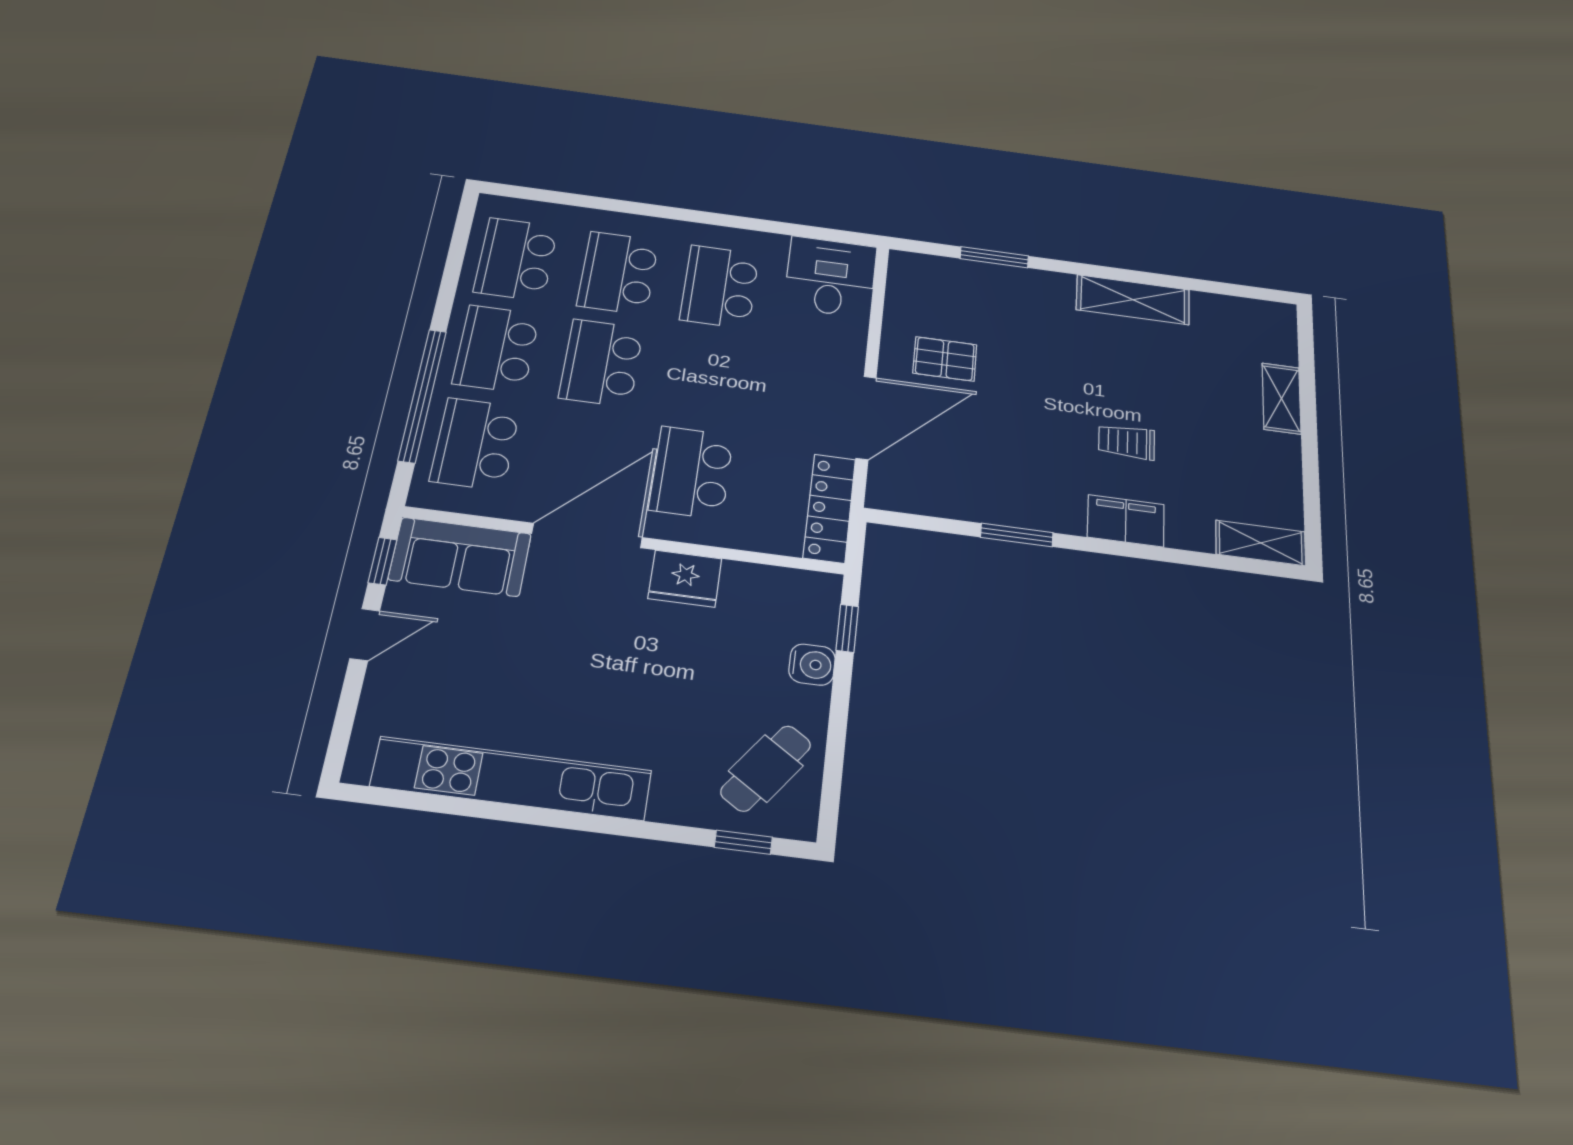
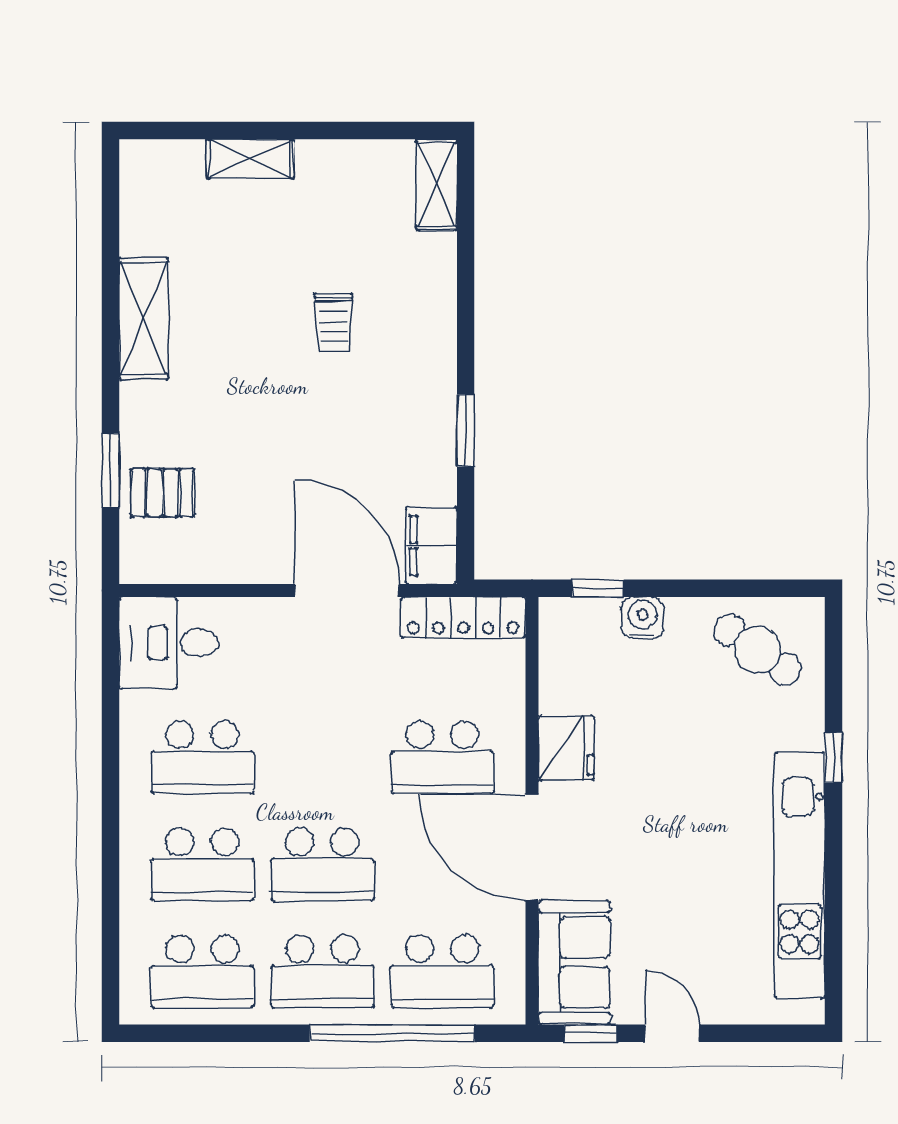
pallet: (945, 359) -> (162, 493), moved, turned 90
filing cabinet: (1126, 521) -> (431, 545), moved
window: (743, 842) -> (834, 758), moved

